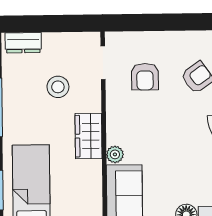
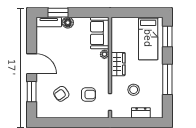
dresser: (23, 43) -> (141, 113), moved
armchair: (145, 77) -> (88, 94), turned 90

